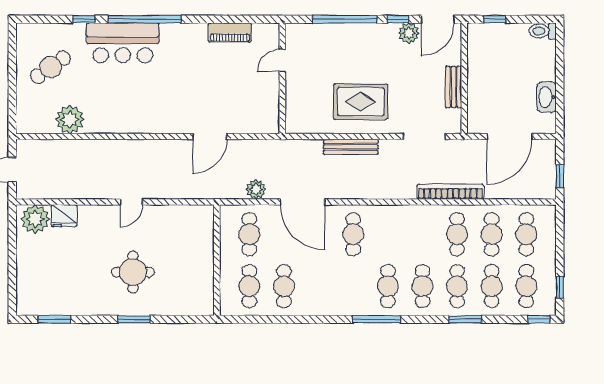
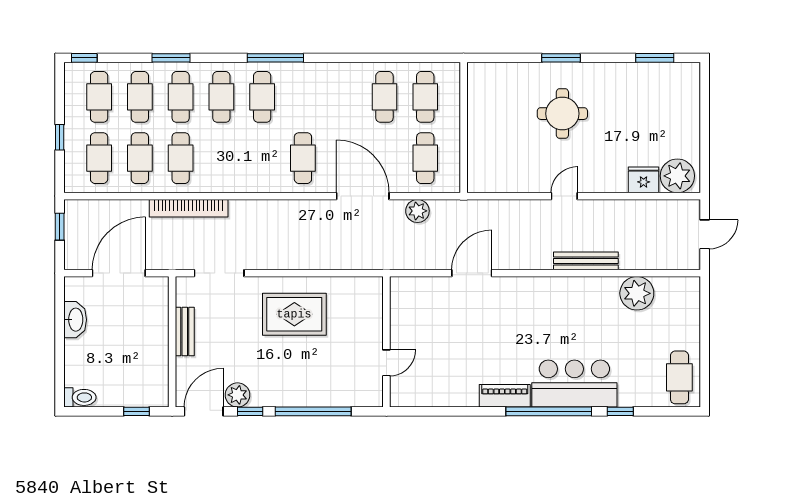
piano: (230, 32) -> (505, 396), moved
cafe table: (51, 67) -> (679, 377), moved, turned -55
bench: (351, 147) -> (586, 261), moved
window: (560, 287) -> (60, 137), moved

